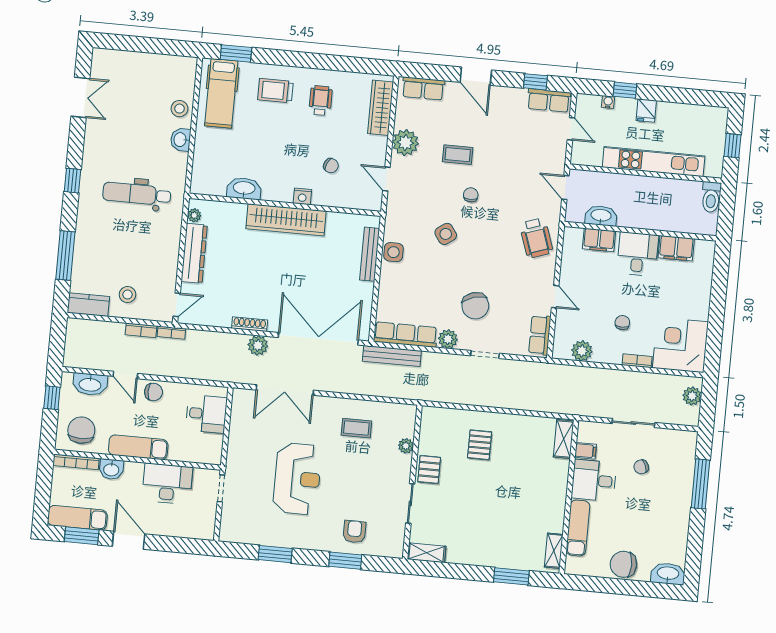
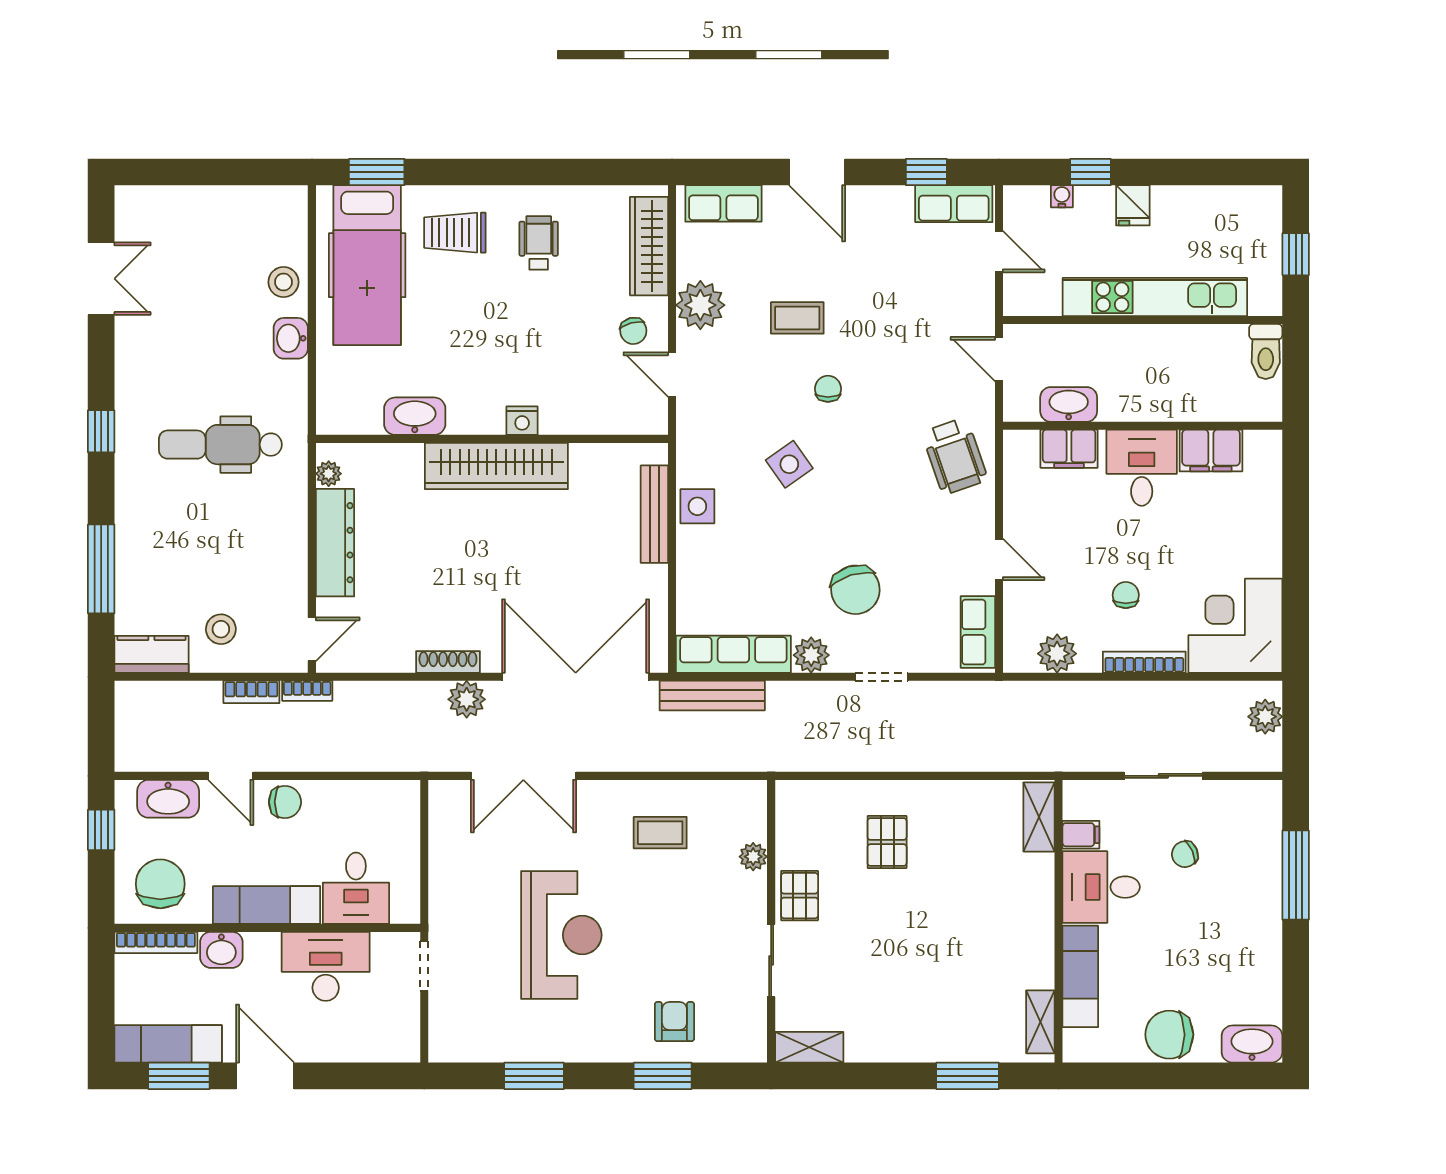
hospital bed: (221, 93) -> (367, 265), width x1.37, depth x1.29
chair: (331, 166) -> (633, 331), moved, turned 48
bookcase: (637, 361) -> (1144, 662), width x1.56
desk: (206, 414) -> (356, 888), moved, turned 90

